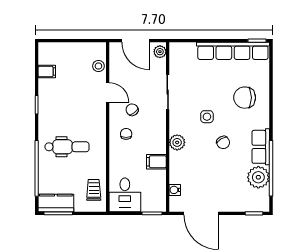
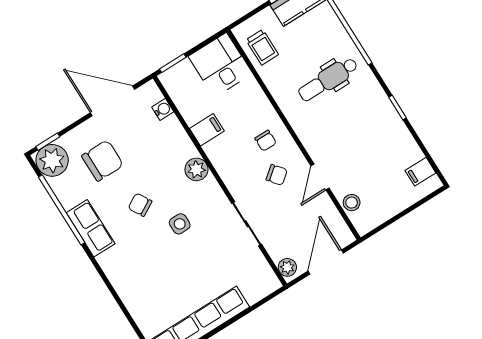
door: (135, 41) -> (326, 262), hinge flipped
filing cabinet: (47, 72) -> (420, 172), moved
door: (108, 93) -> (320, 177), hinge flipped
chair: (245, 98) -> (103, 161), moved
plant: (258, 177) -> (52, 160), moved

